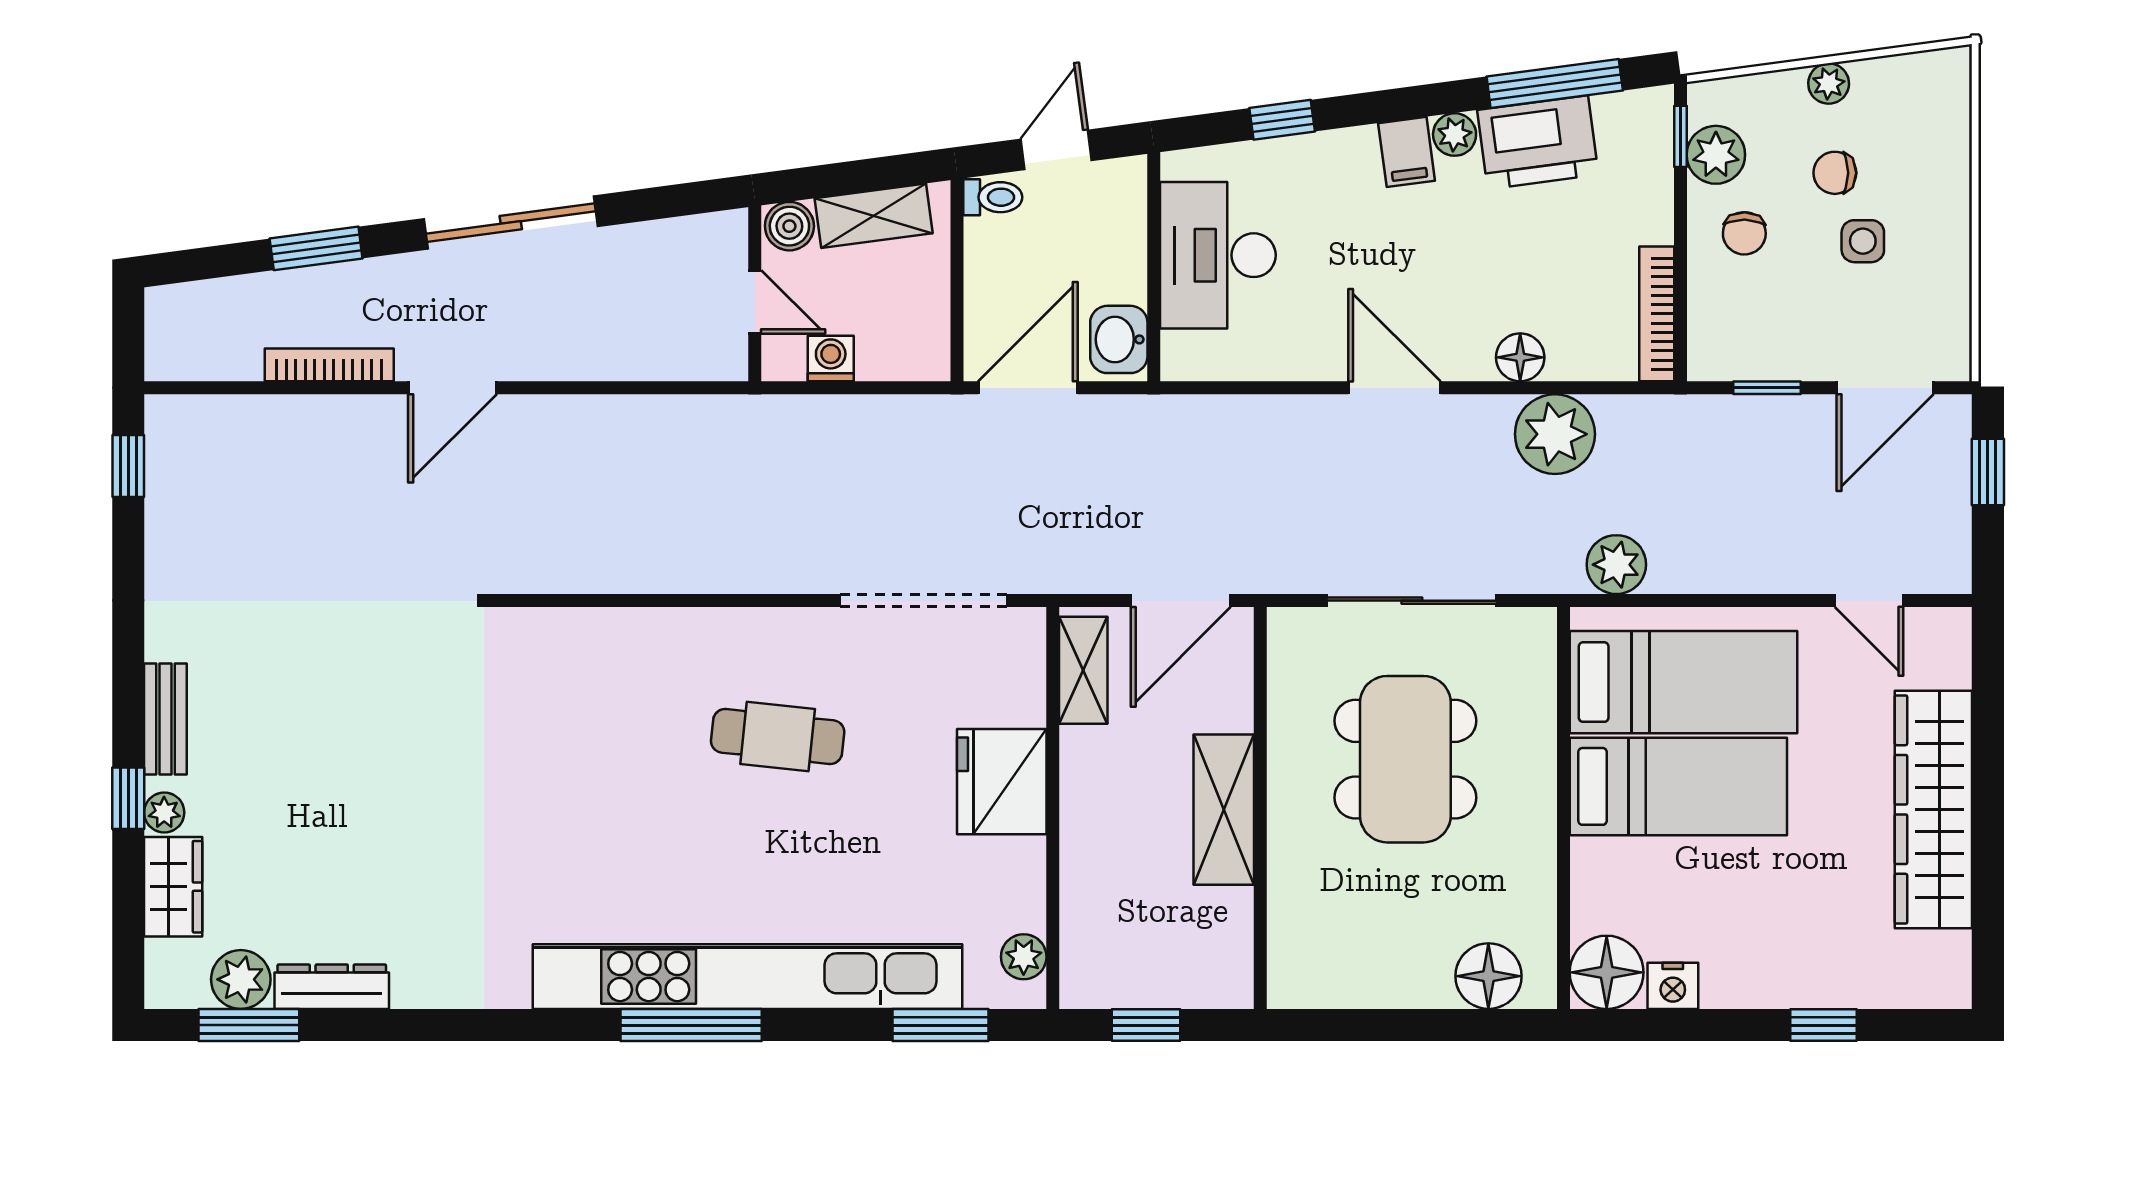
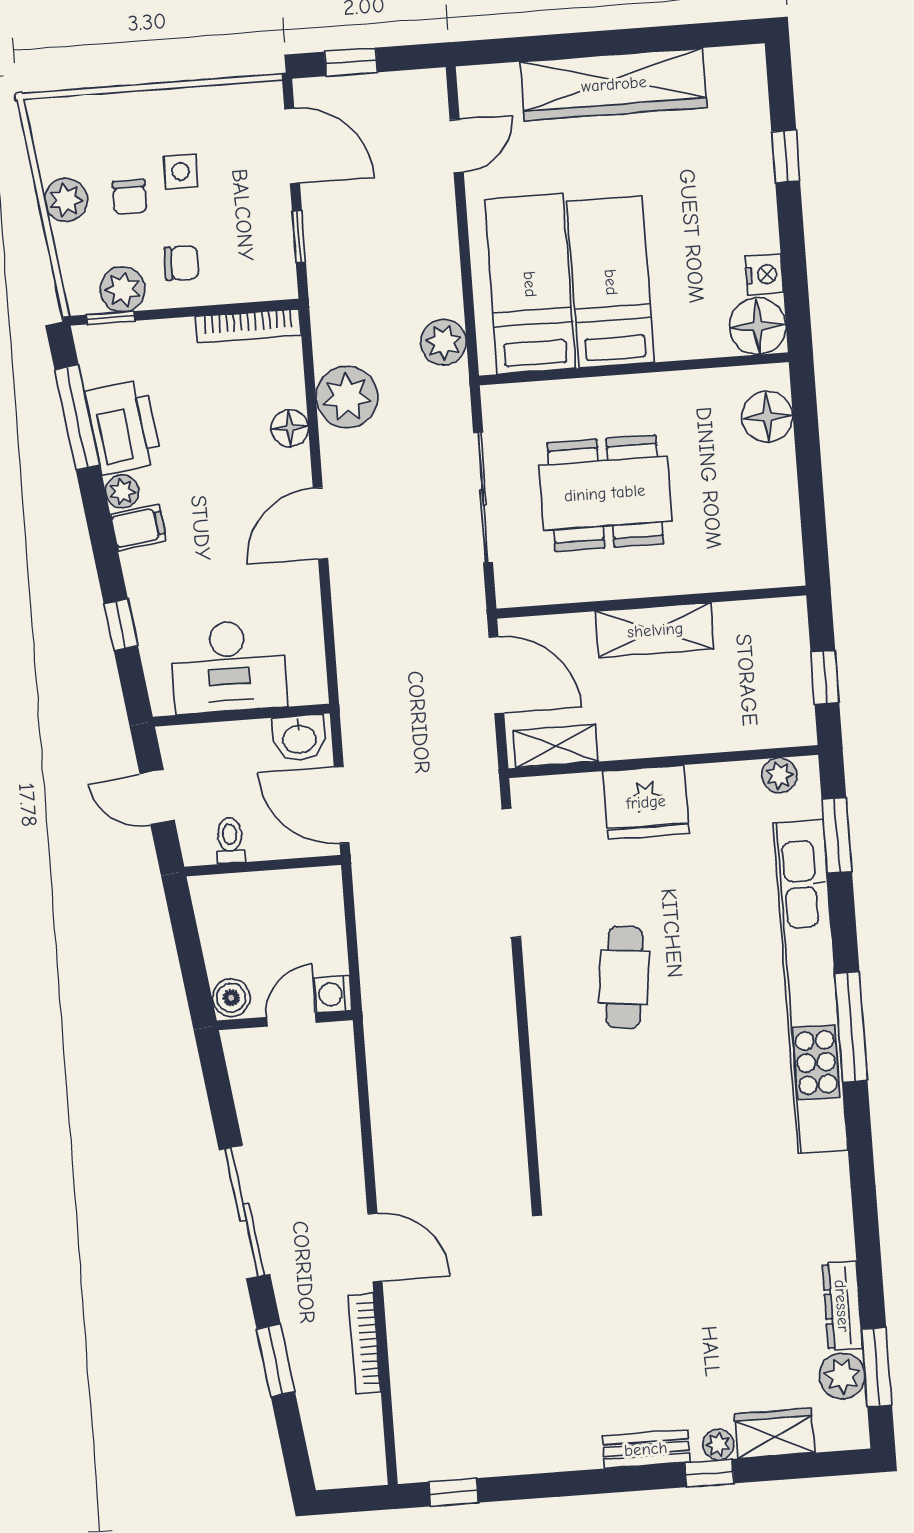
plant: (1829, 84) -> (66, 200), width x1.38, depth x1.38
toilet: (993, 197) -> (230, 840), moved
shelving: (874, 216) -> (218, 934), removed
washing machine: (831, 359) -> (333, 994), moved

